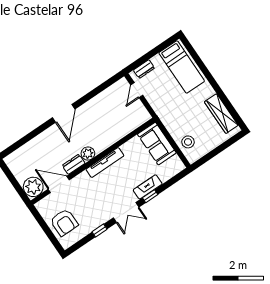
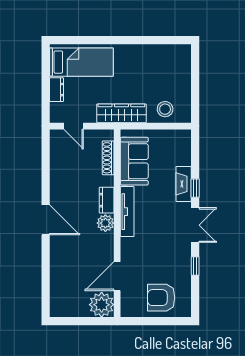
dresser: (144, 69) -> (57, 90), moved
wardrobe: (221, 114) -> (121, 113), moved, turned 180
shoe rack: (131, 127) -> (108, 158), added
sofa: (157, 144) -> (134, 161), moved, turned -90
dresser: (74, 164) -> (107, 200), moved
armchair: (64, 222) -> (161, 298), turned 180

